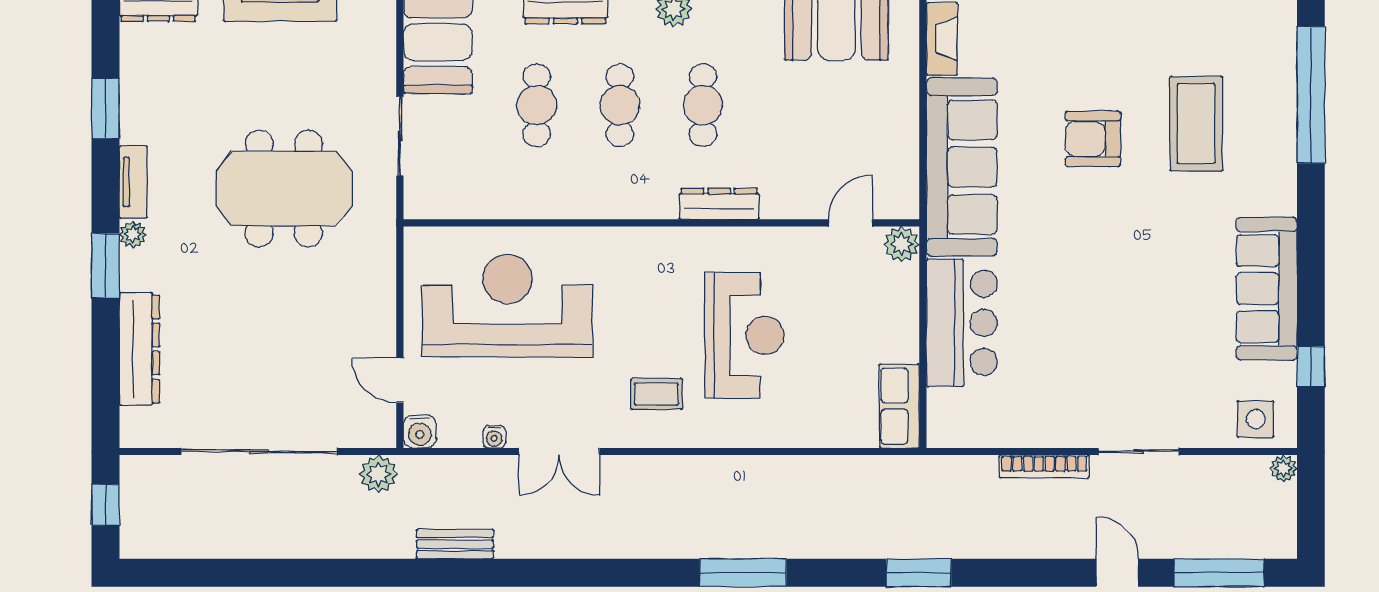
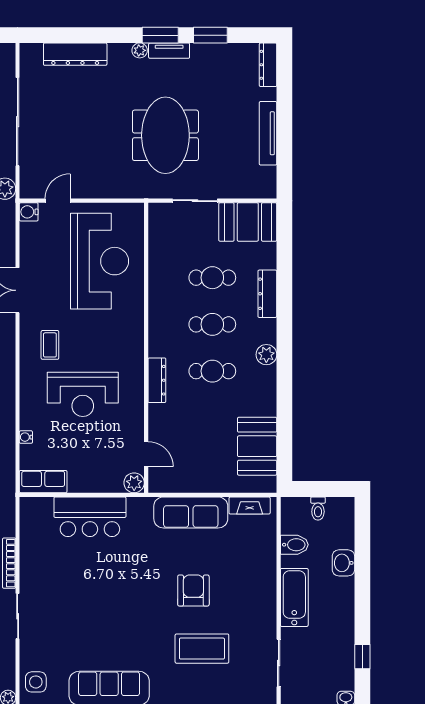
sofa: (962, 167) -> (191, 512), width x0.74, depth x0.79
window: (106, 266) -> (160, 35), moved
water cooler: (494, 437) -> (26, 437), moved

